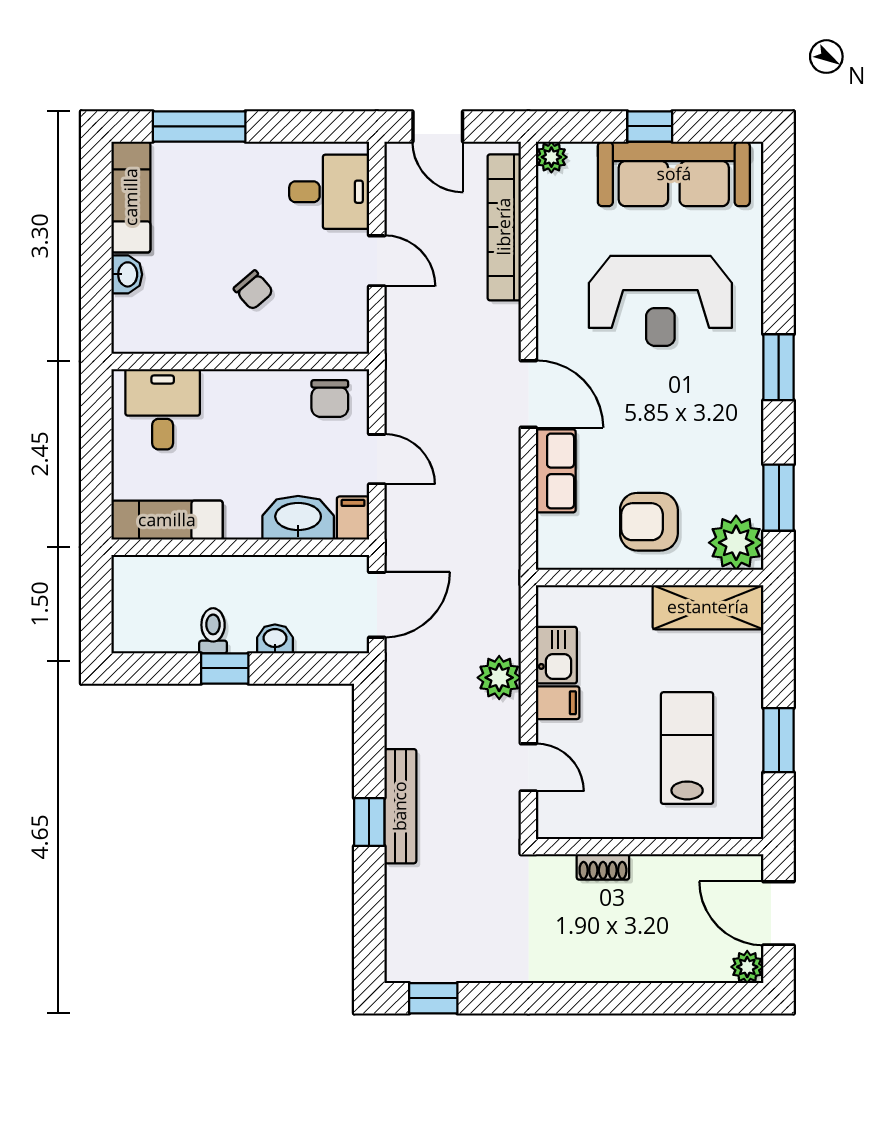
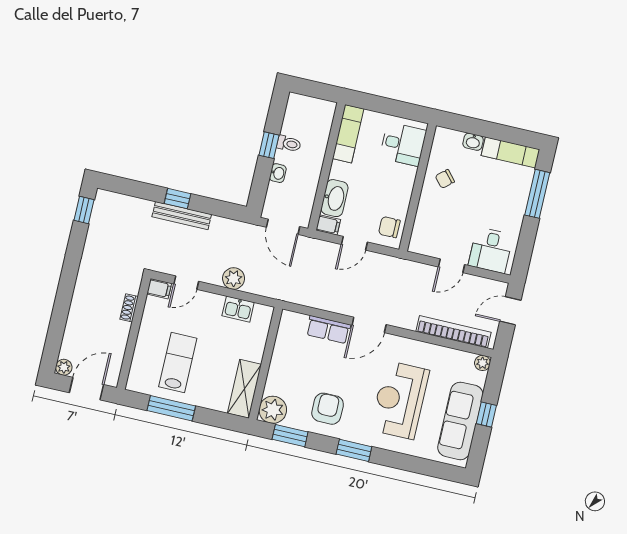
chair: (253, 290) -> (445, 179), moved
armchair: (649, 522) -> (328, 409), moved
filing cabinet: (558, 703) -> (159, 289), moved, turned -90
window: (779, 740) -> (171, 408), width x1.44
lab bench: (687, 748) -> (178, 363), turned -90

